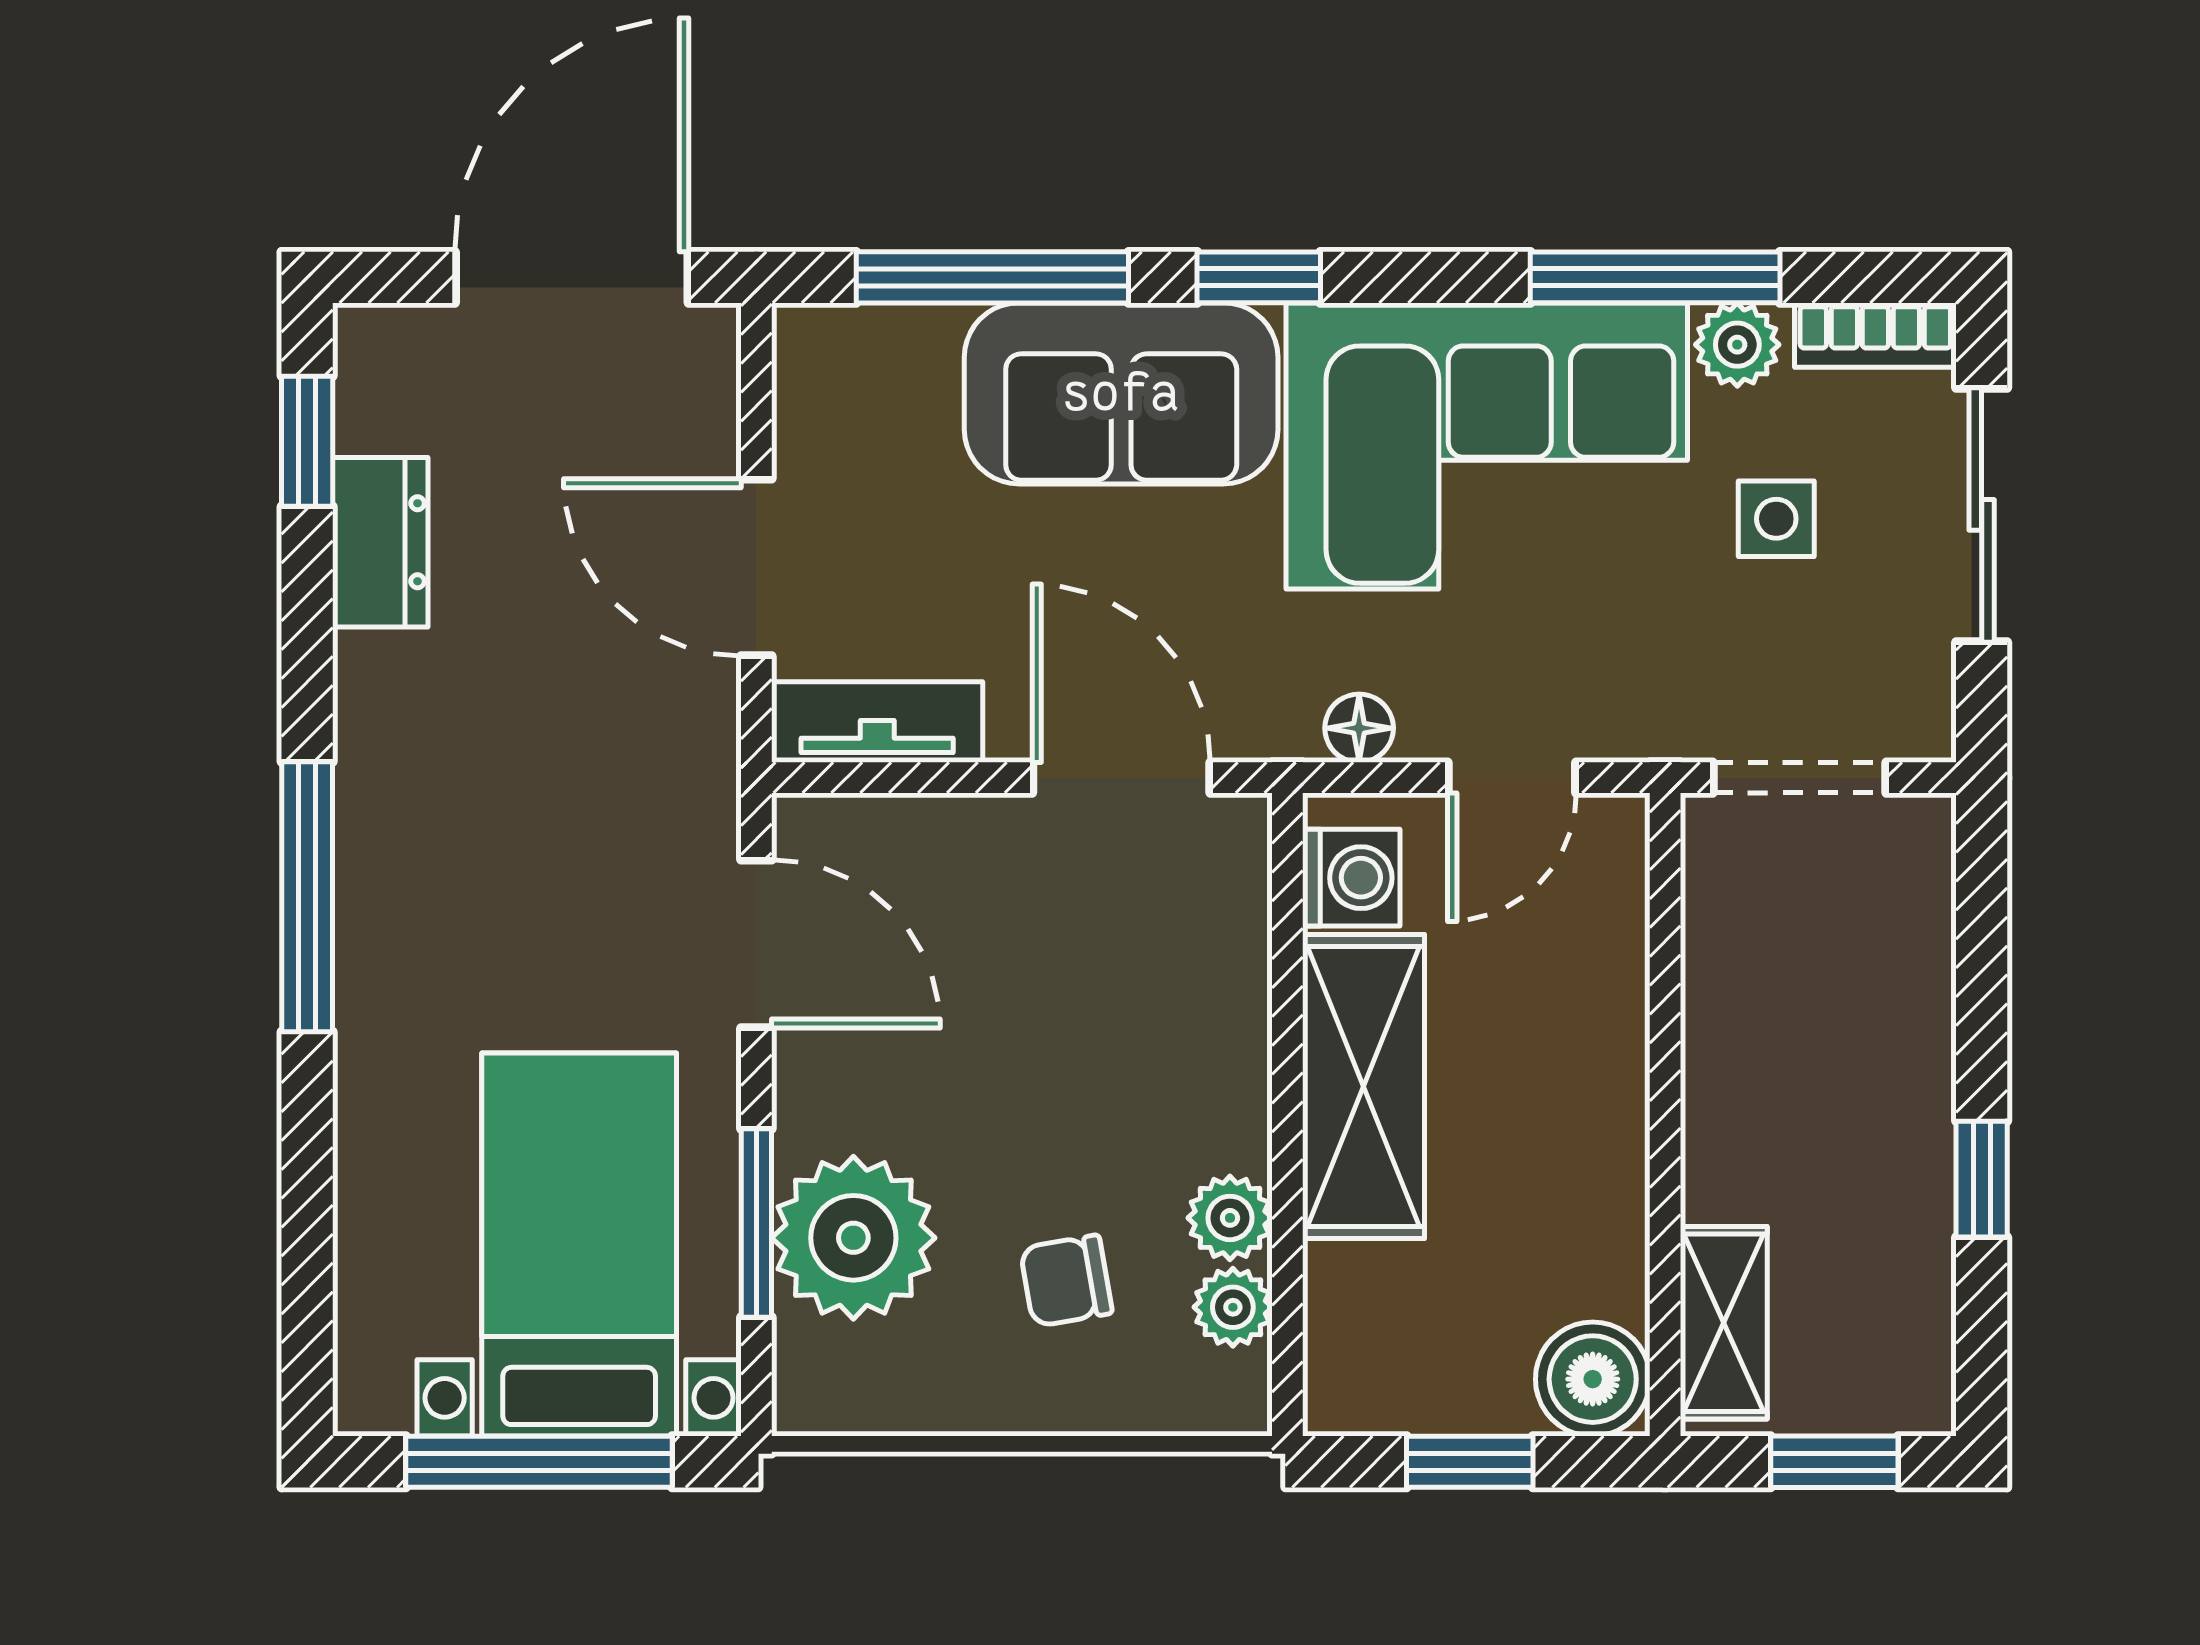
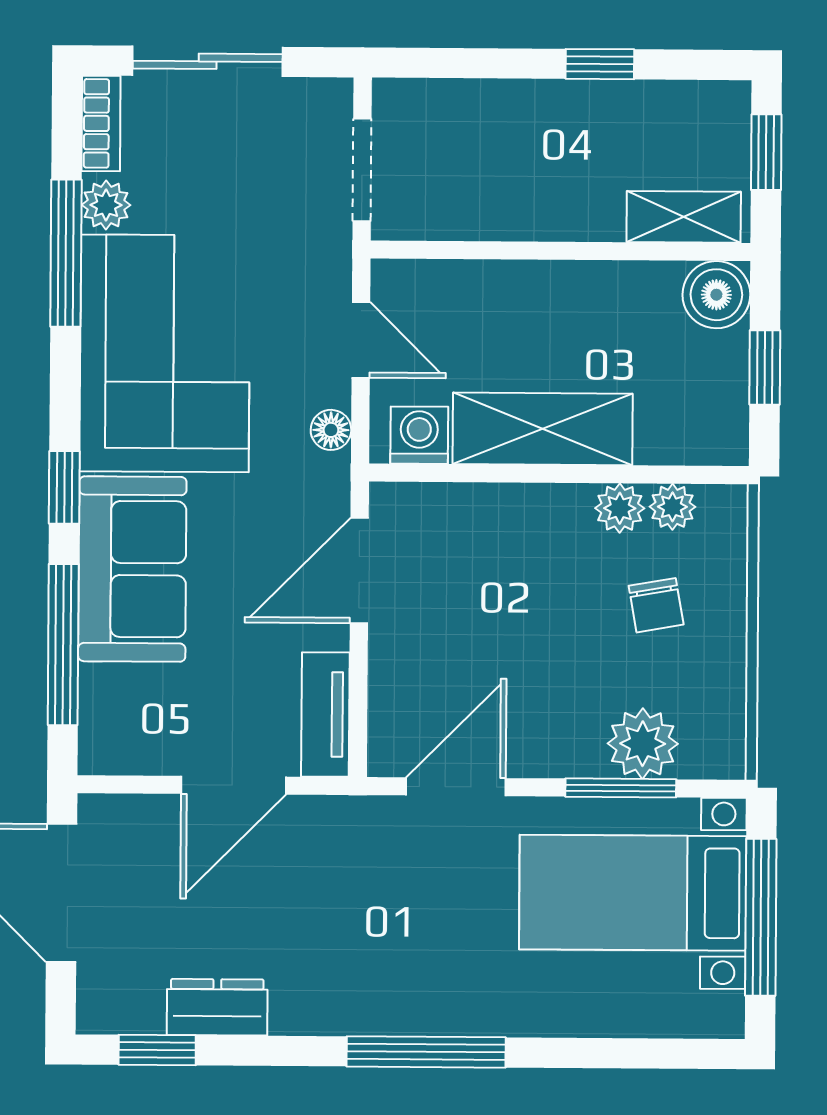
side table: (1776, 519) -> (209, 183), removed
plant: (853, 1238) -> (643, 744), width x0.73, depth x0.73

